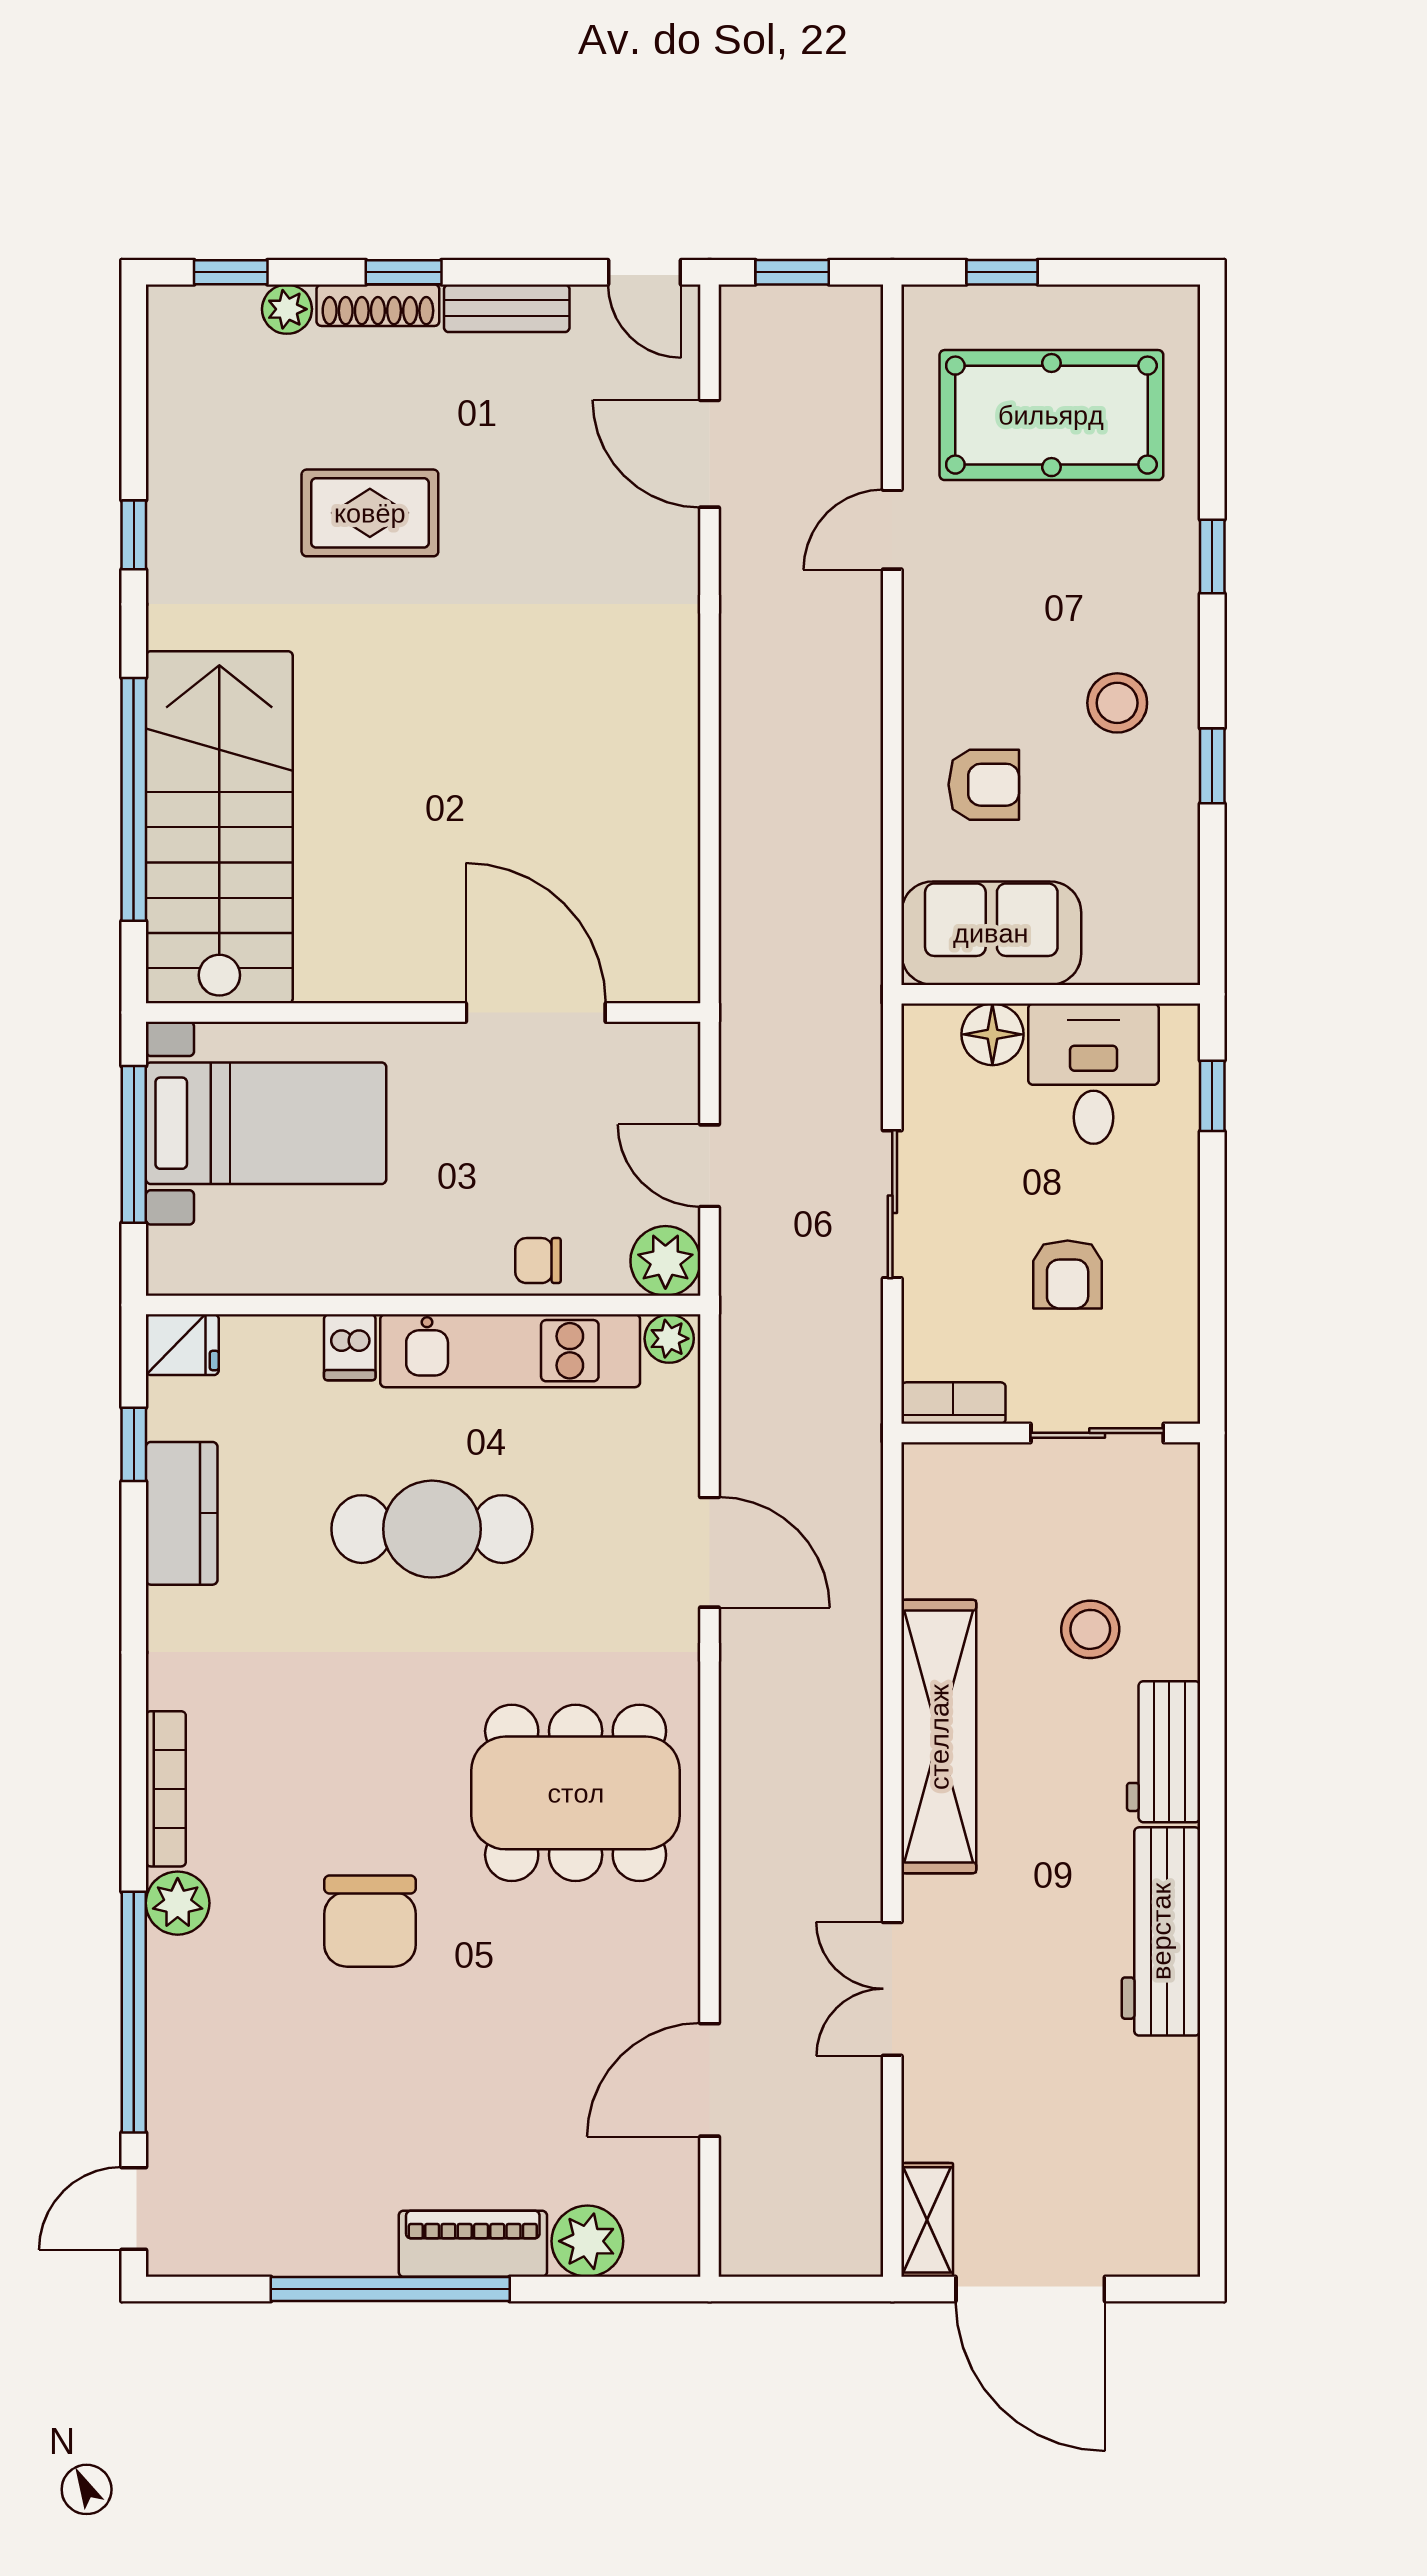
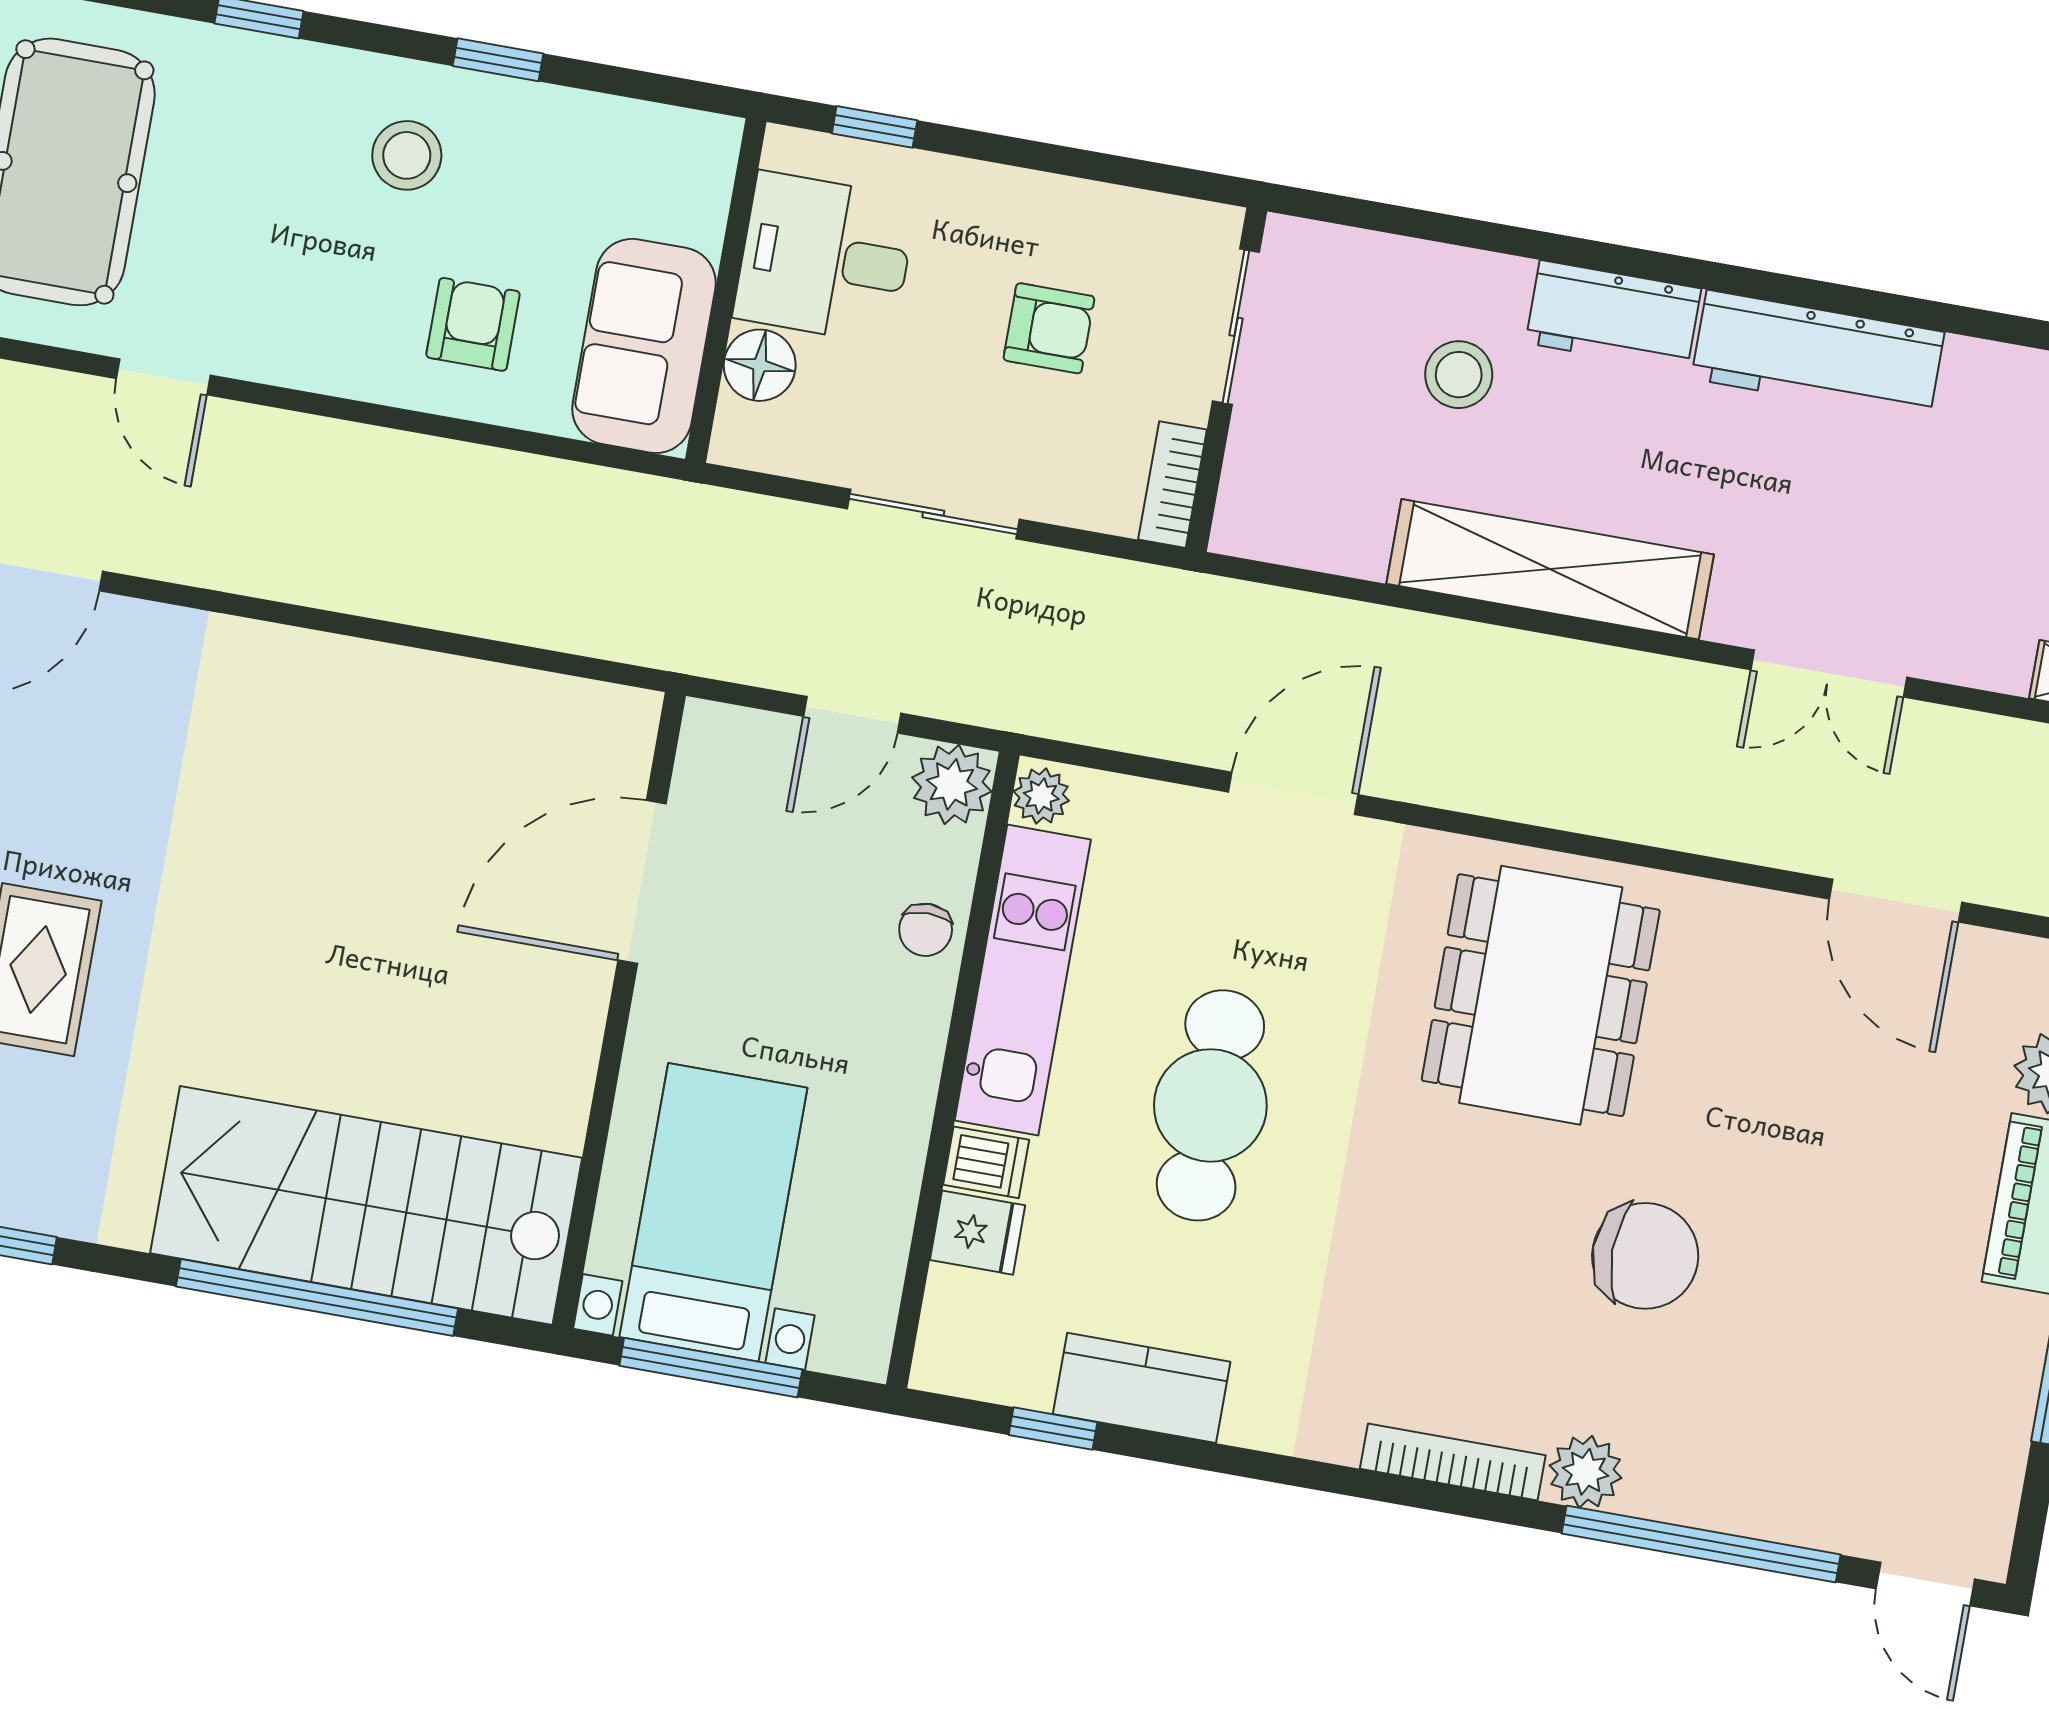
fridge: (182, 1345) -> (977, 1233), moved, turned 90

